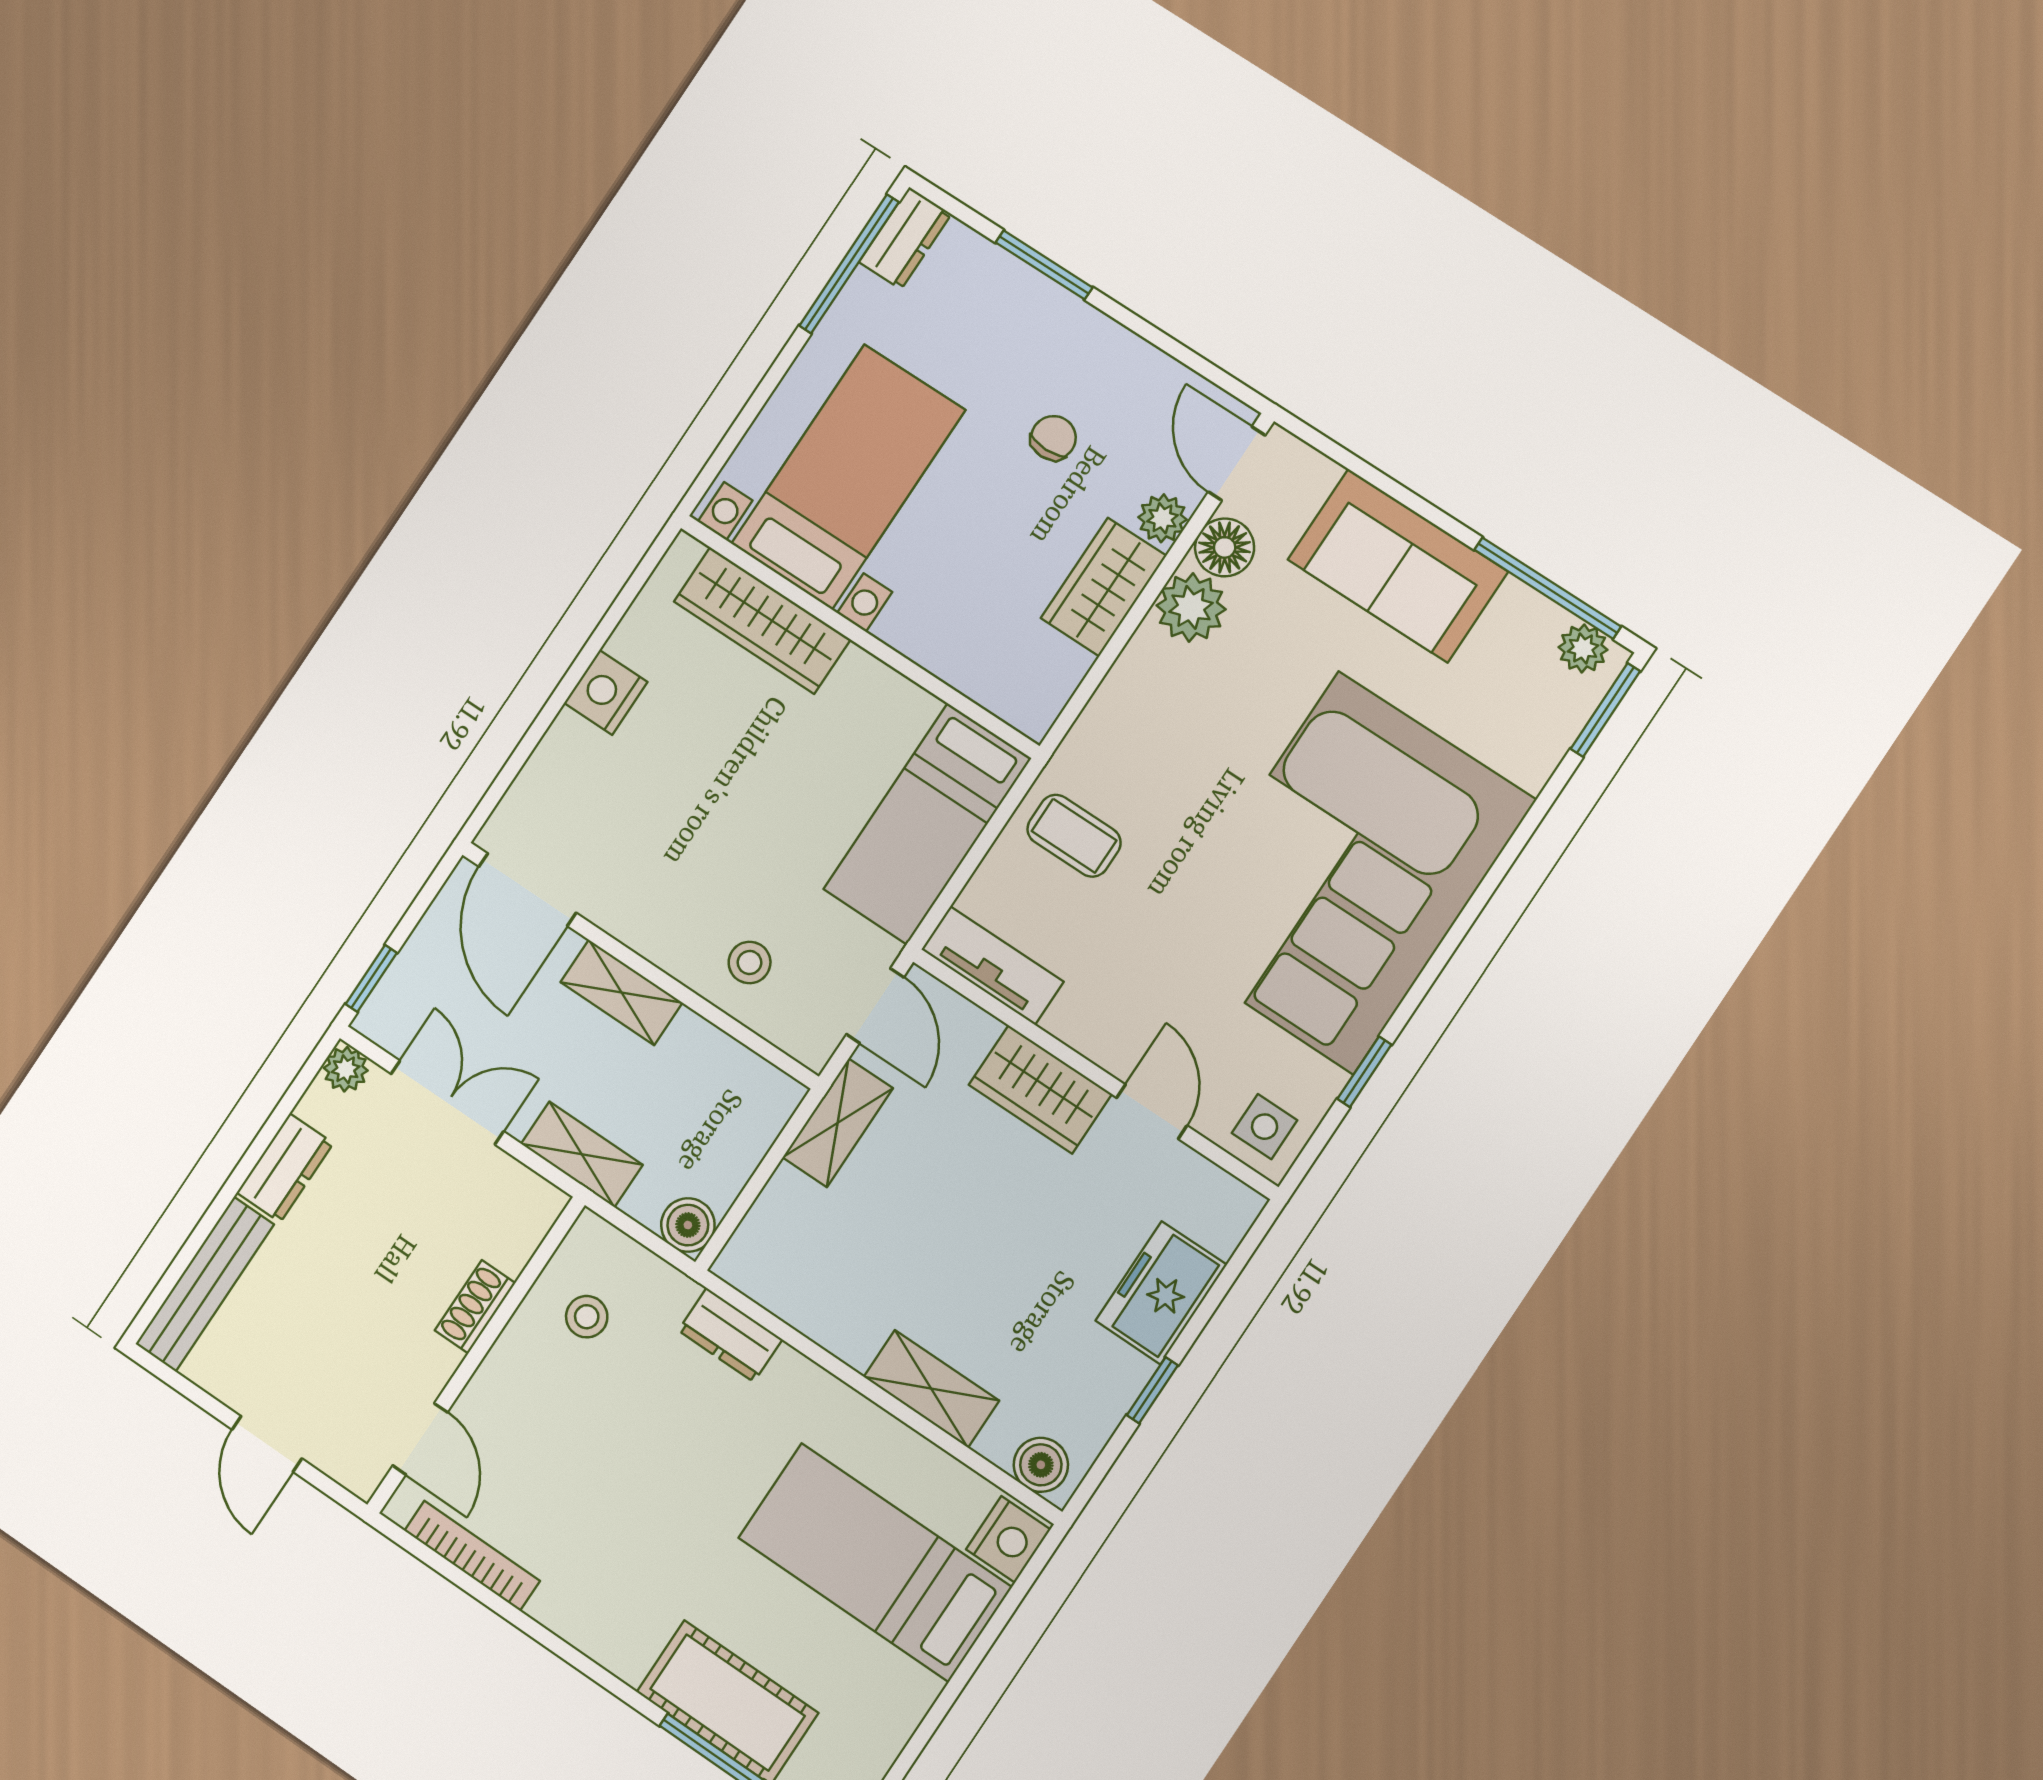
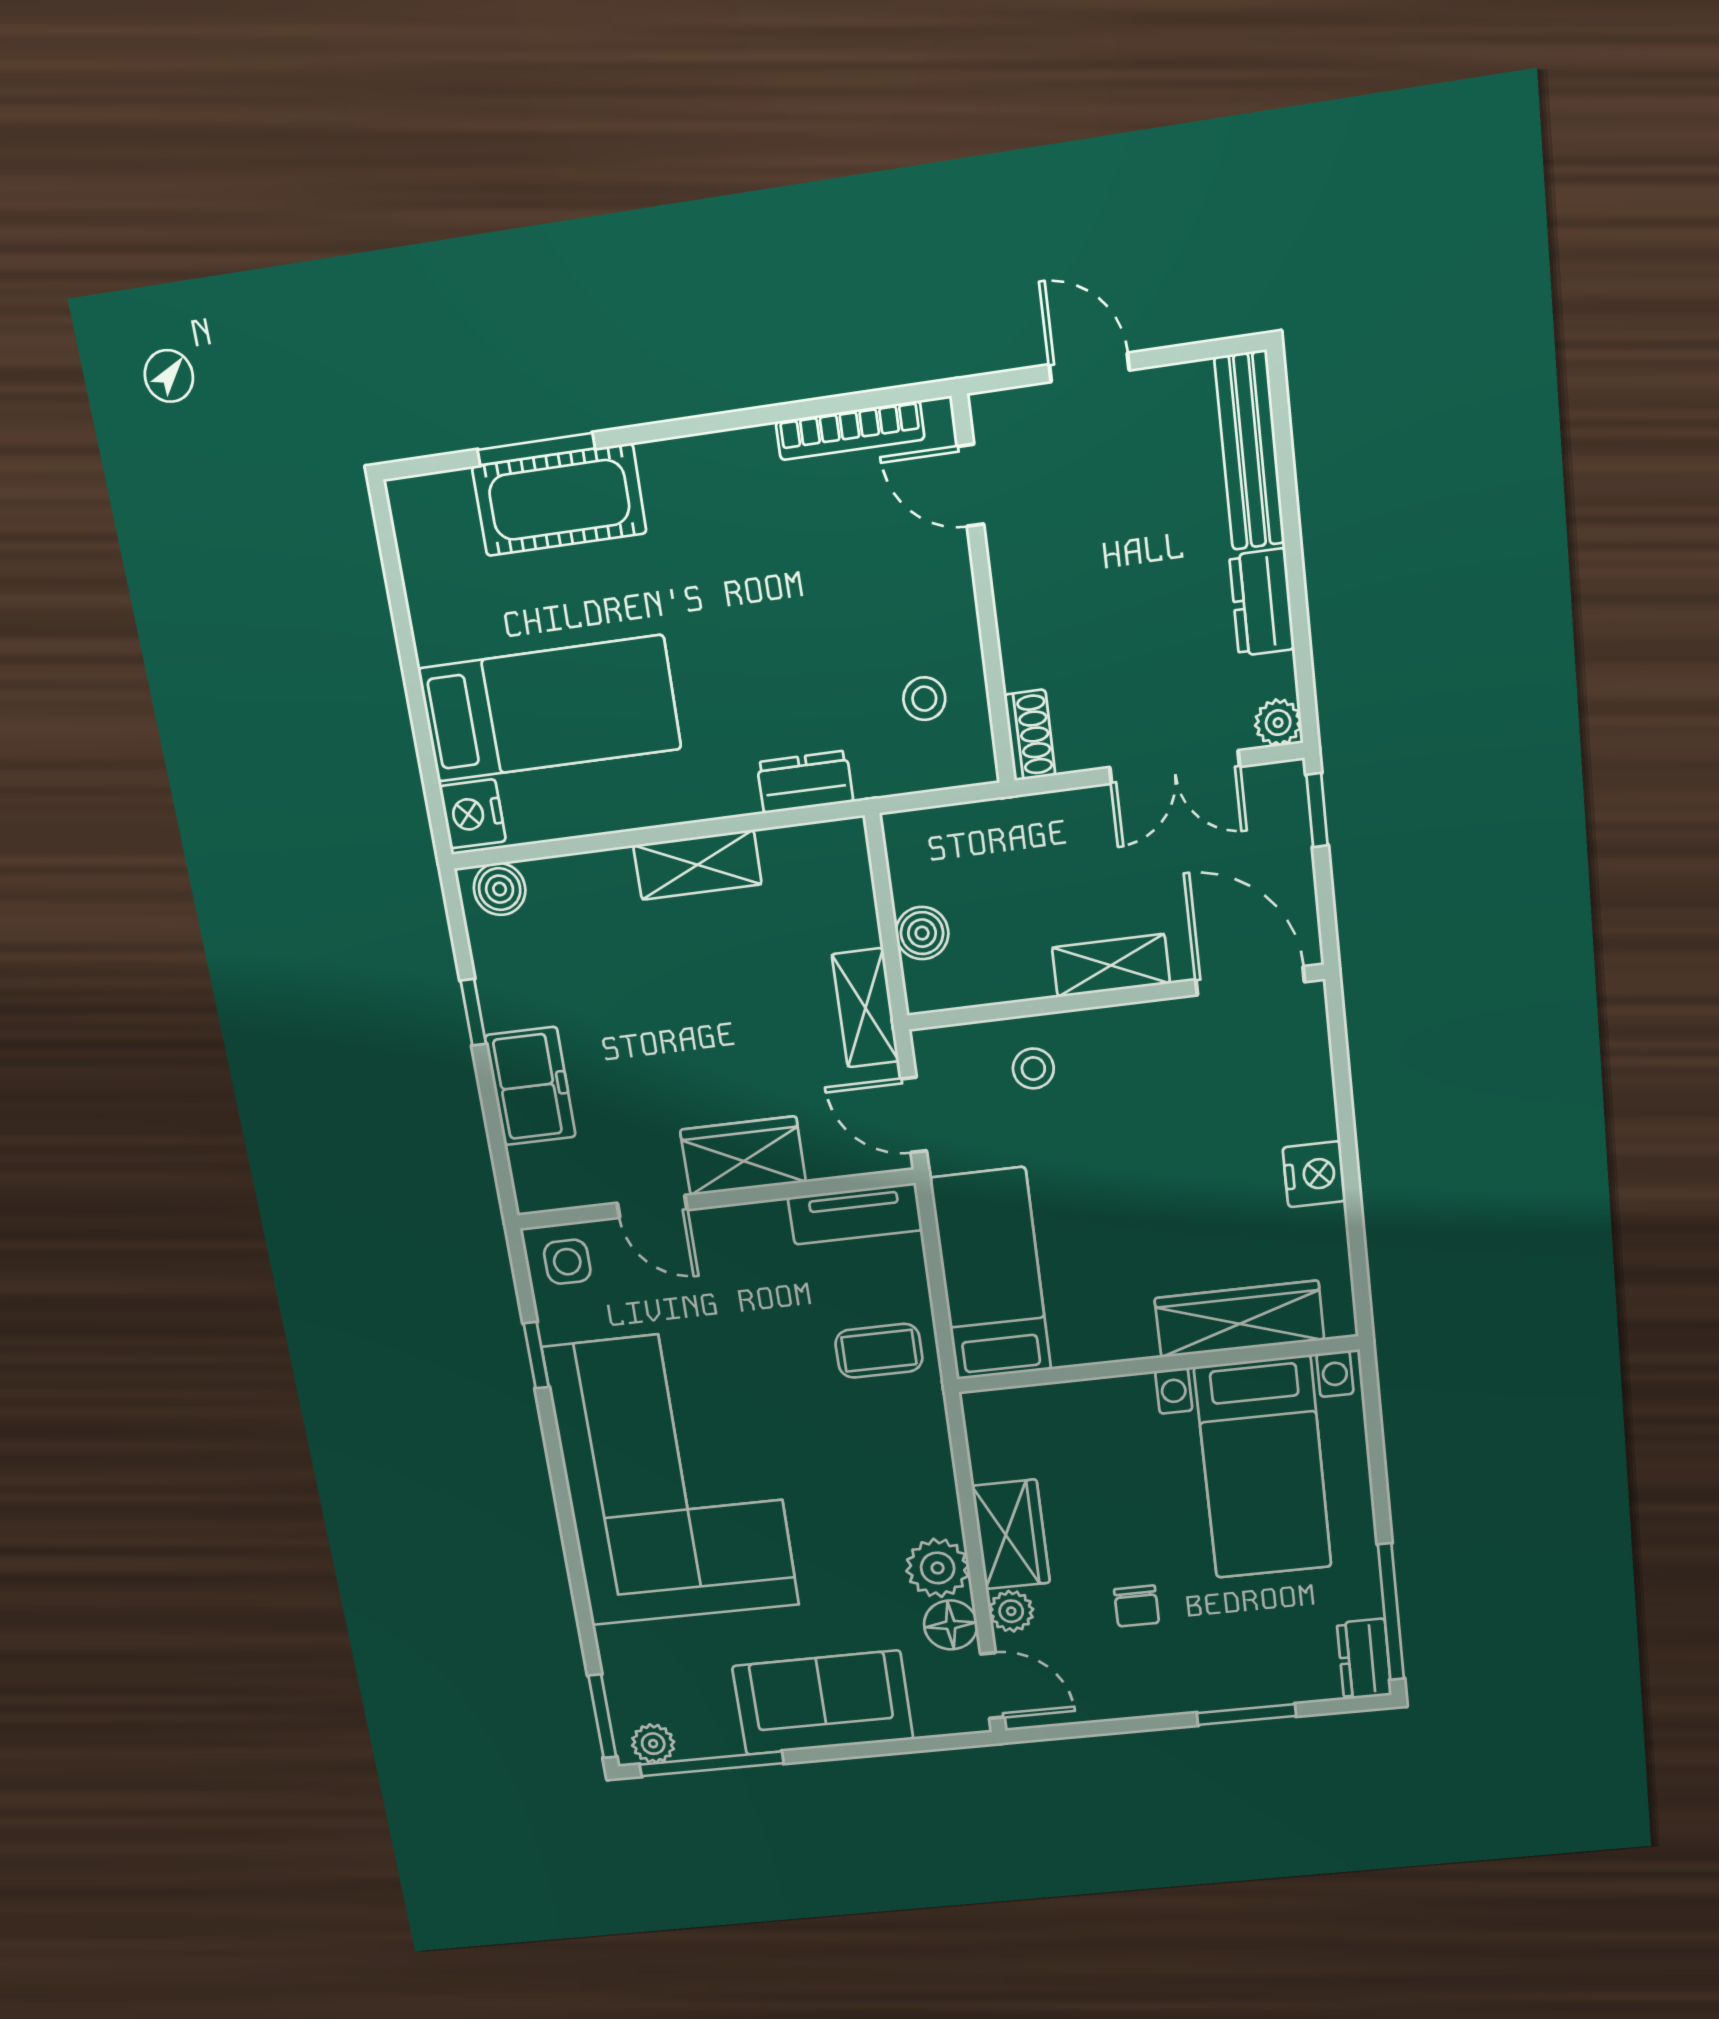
shelving: (582, 1154) -> (1036, 819), removed
boiler: (688, 1225) -> (922, 933), moved
shoe rack: (475, 1307) -> (1030, 735), moved
shelving: (931, 1389) -> (697, 865), moved

